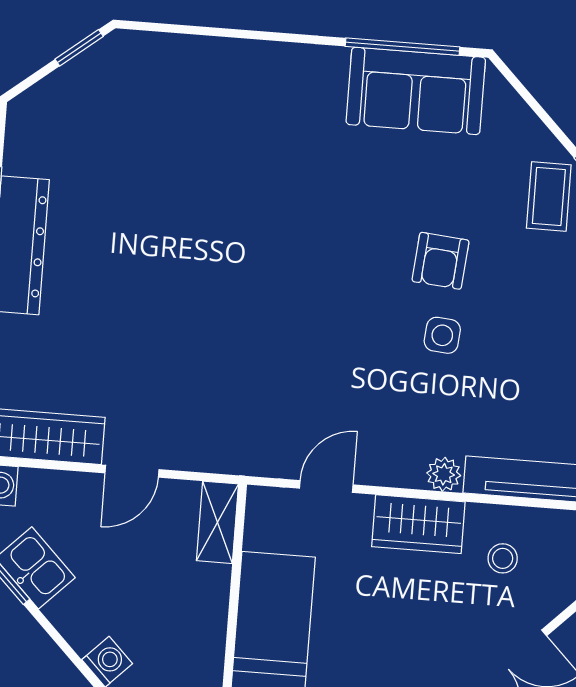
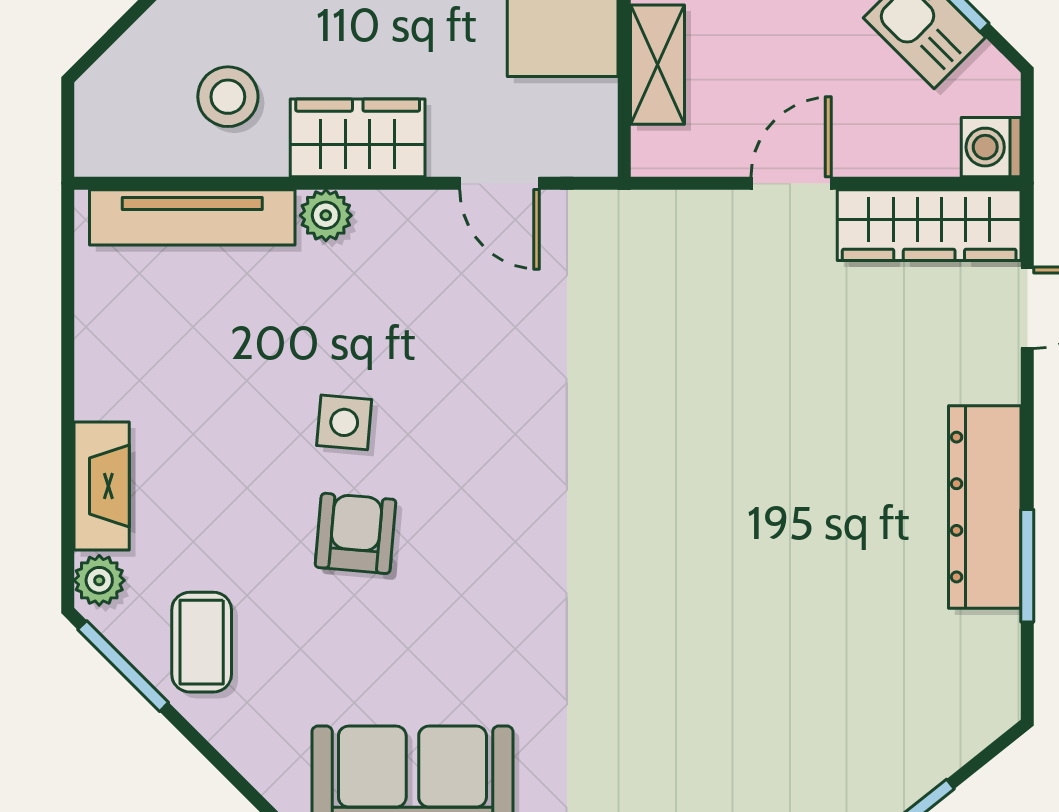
door: (326, 487) -> (500, 183), hinge flipped
shelving: (217, 522) -> (658, 65), moved
stool: (503, 558) -> (228, 97), width x1.37, depth x1.37

